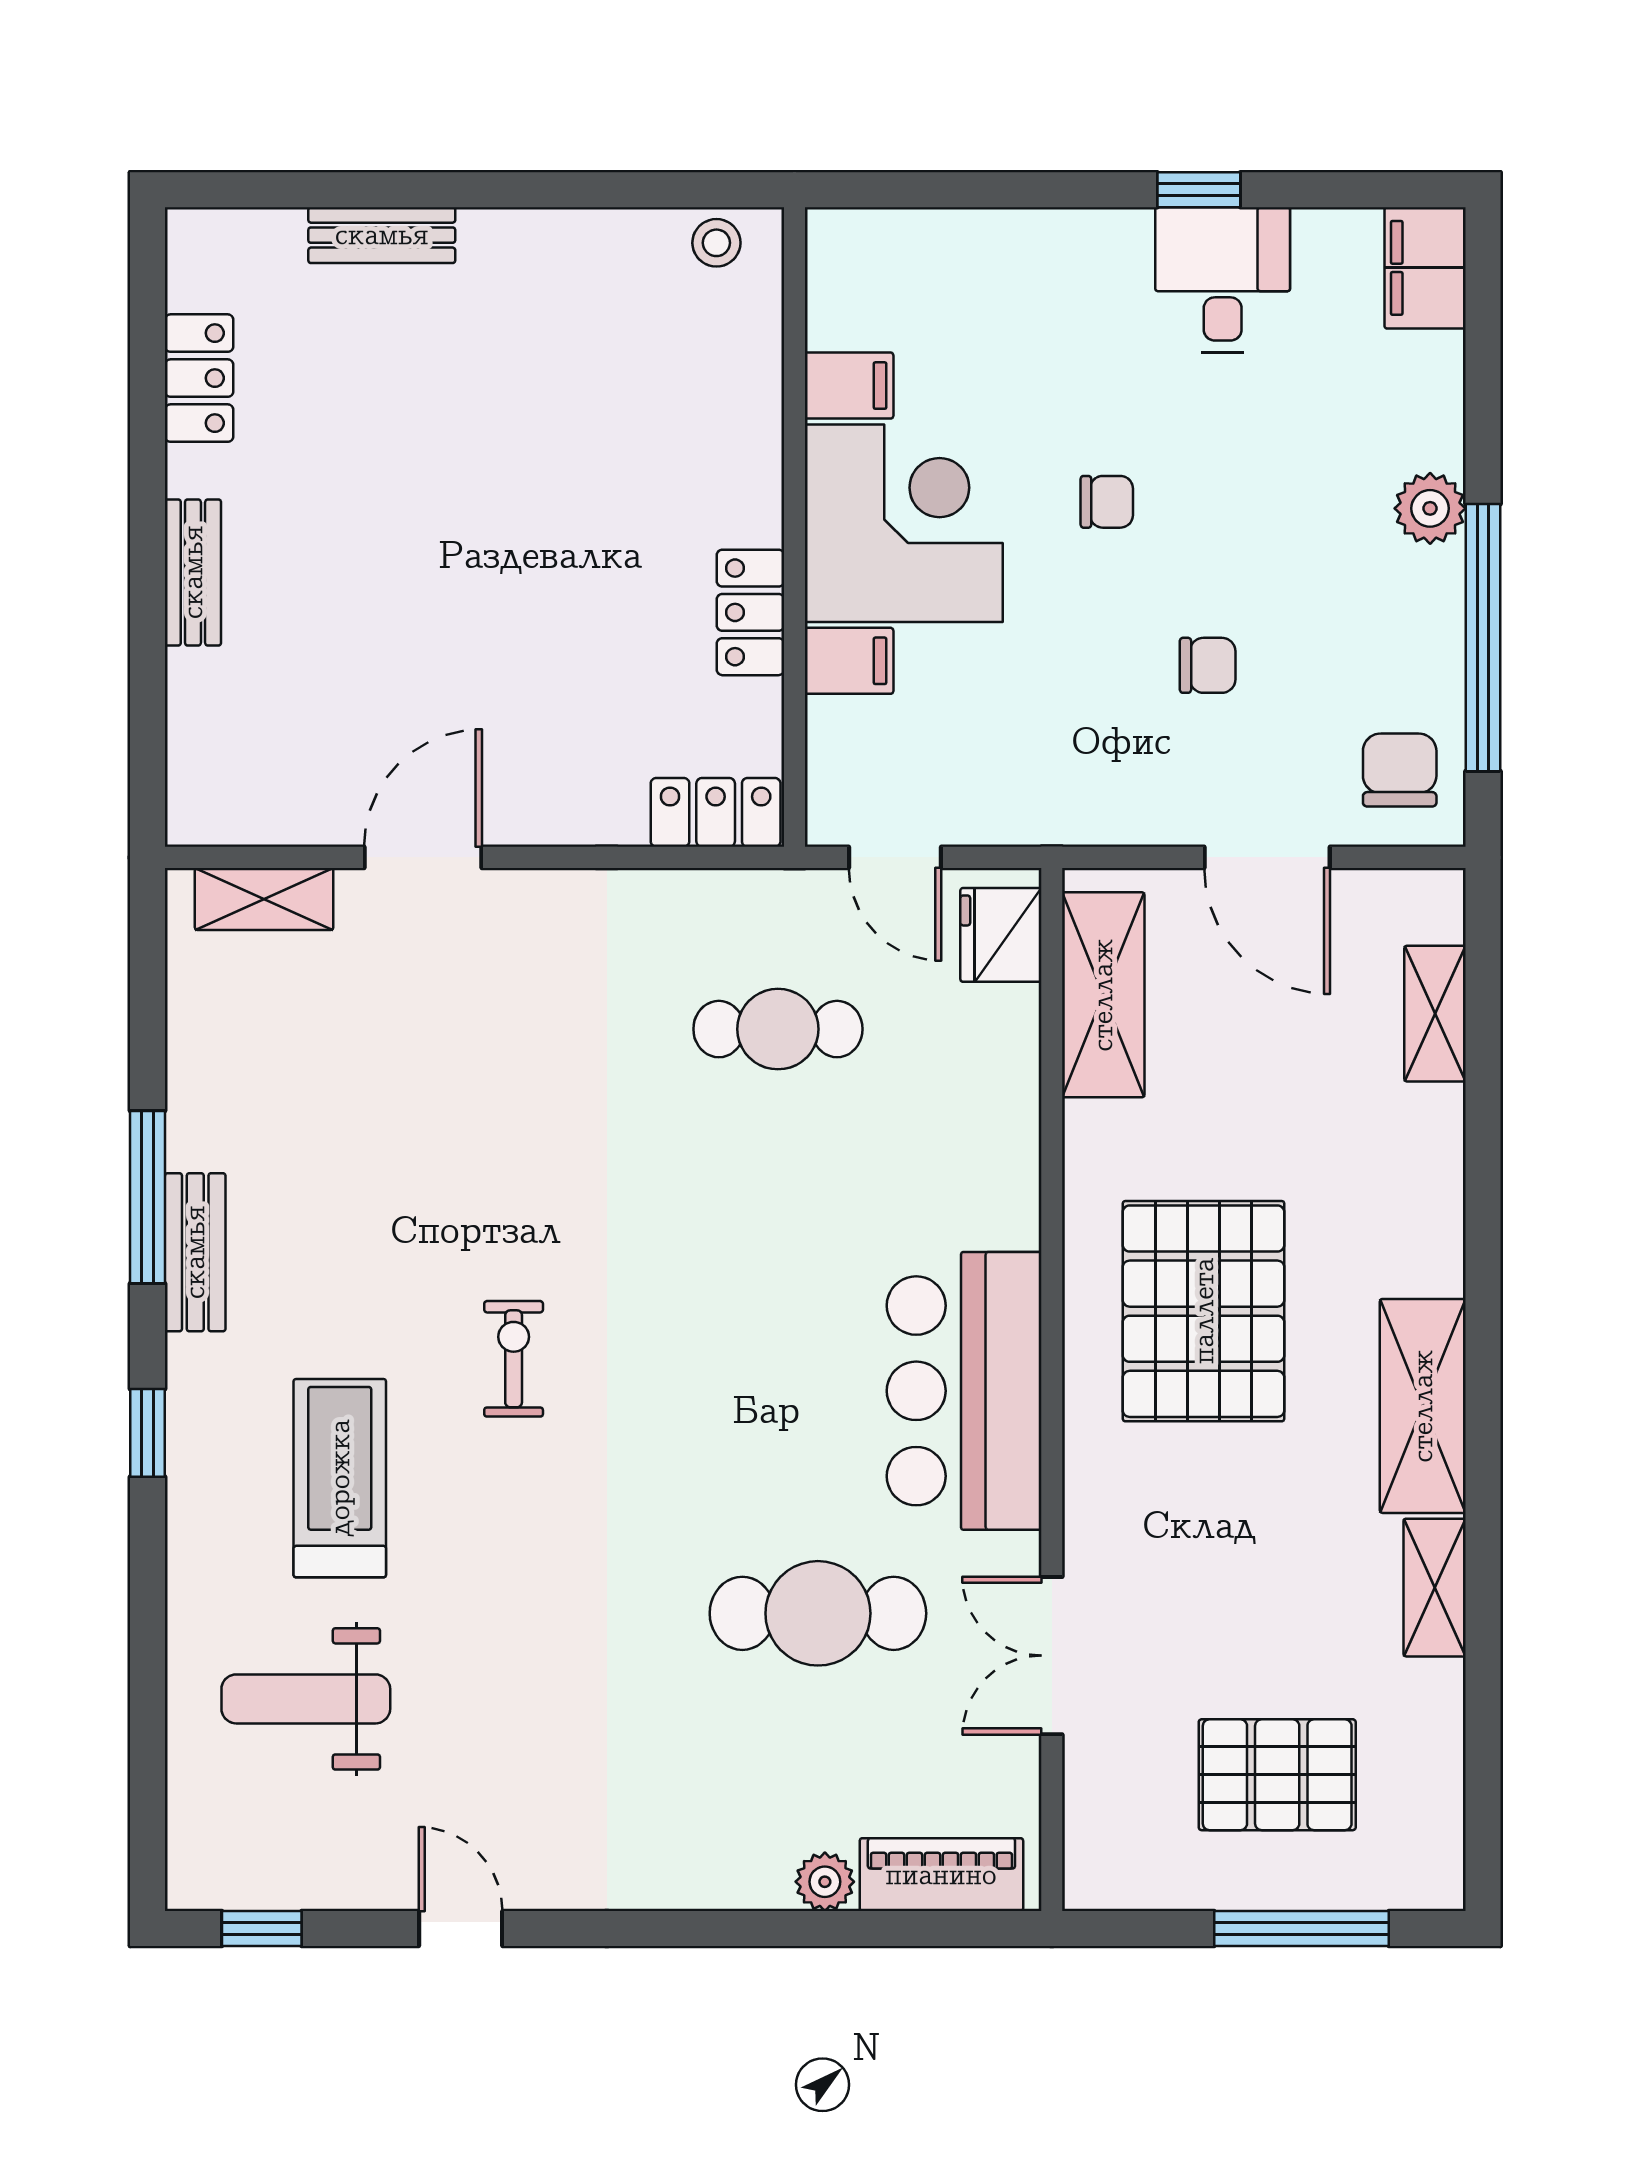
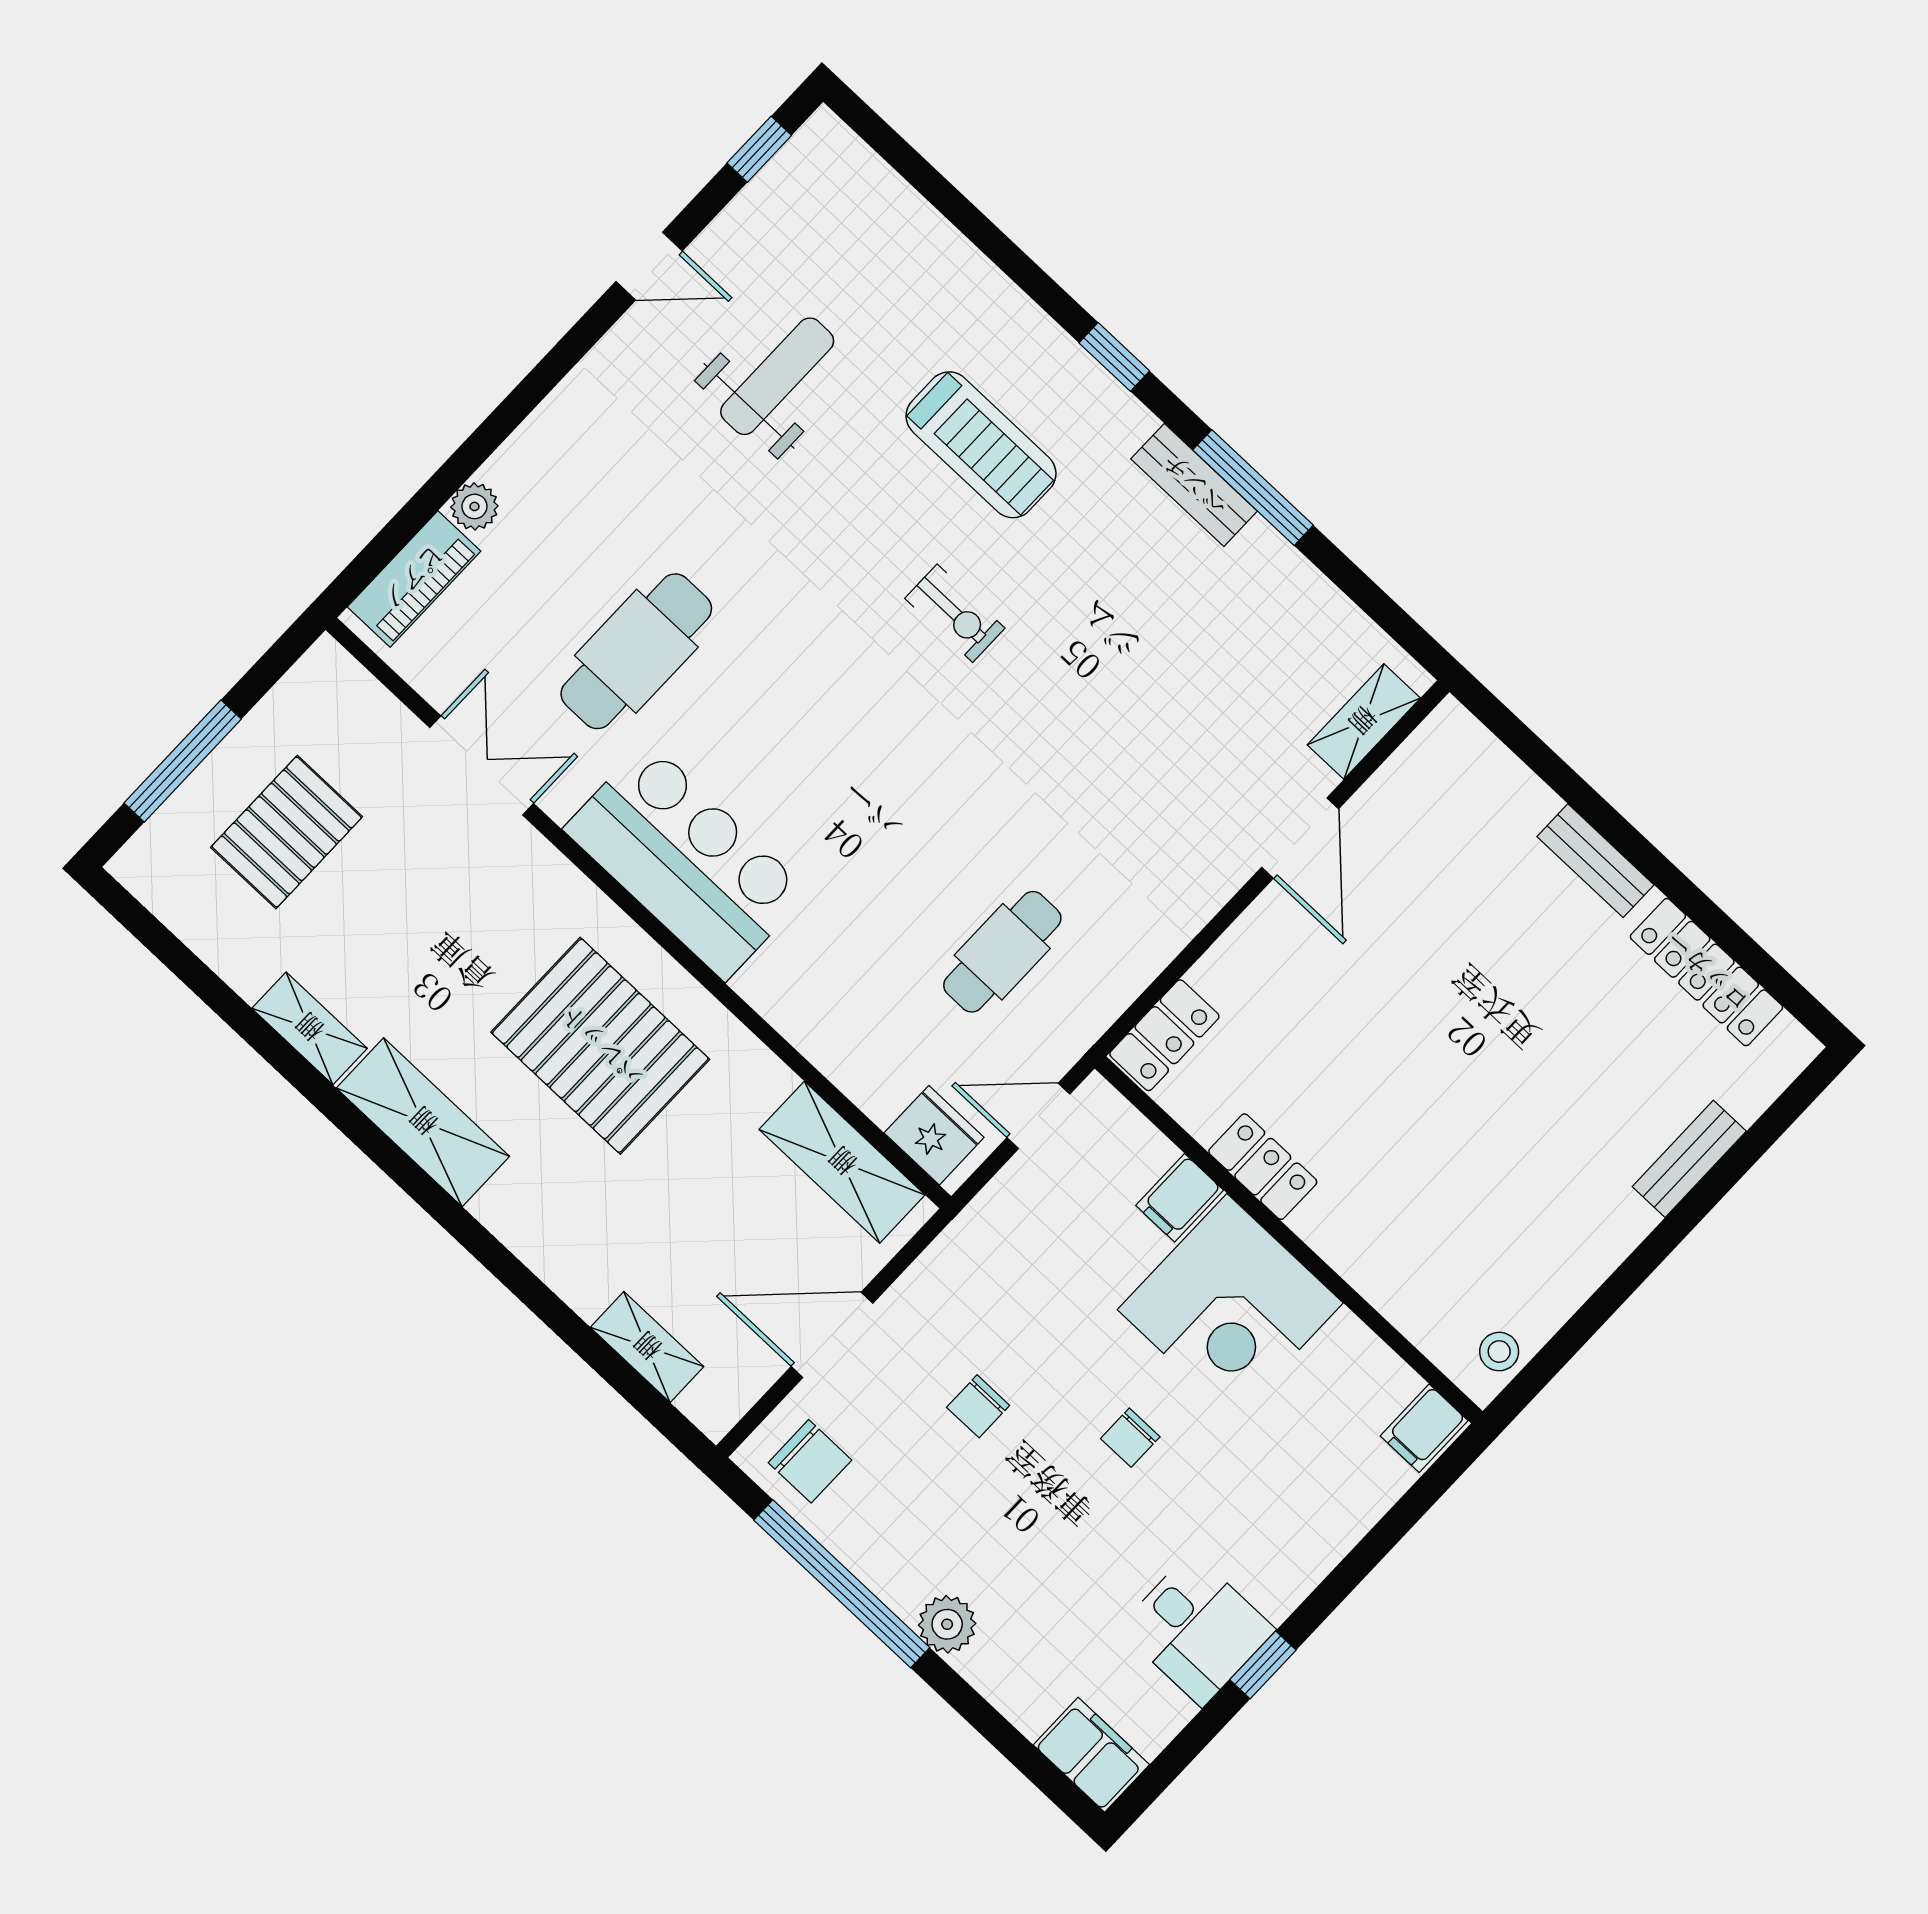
locker: (199, 378) -> (1706, 972), width x1.53
filing cabinet: (849, 386) -> (1424, 1428), moved
weight bench: (306, 1699) -> (777, 376), moved

